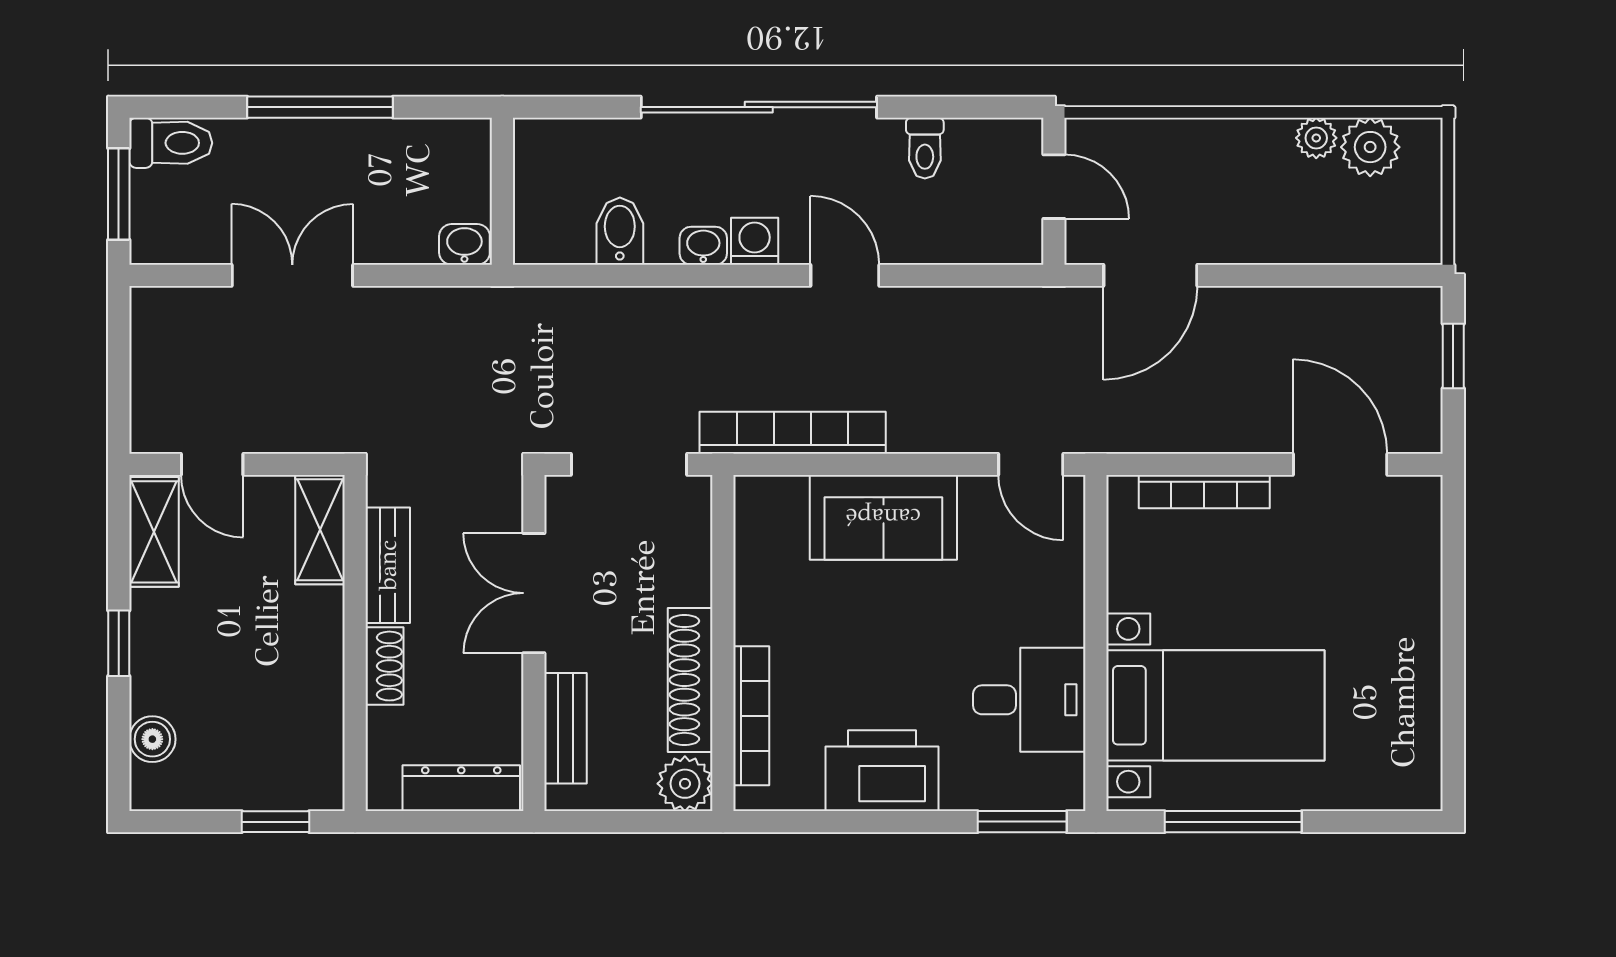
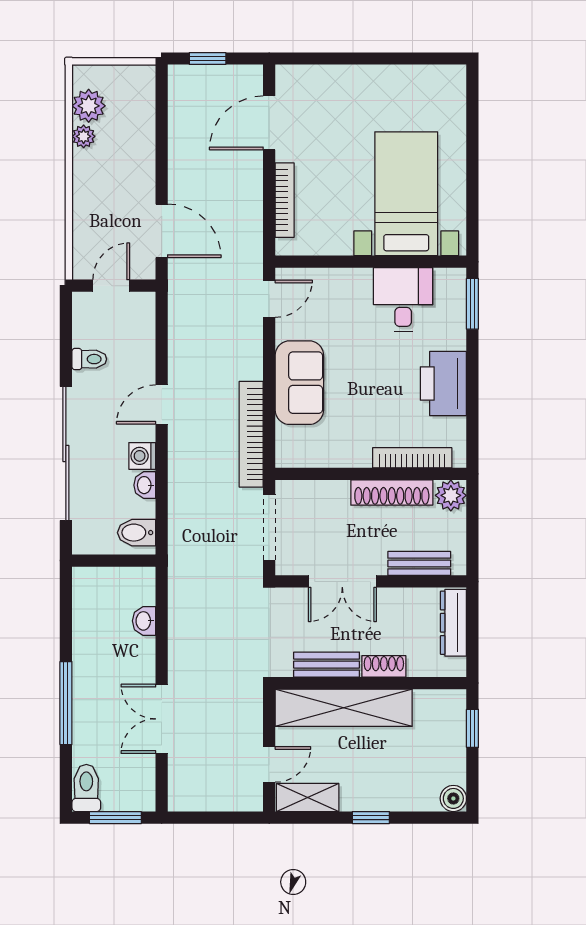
wall: (502, 191) -> (114, 561), moved
shelving: (320, 530) -> (344, 708), width x2.20, depth x1.33
boiler: (152, 739) -> (453, 798), moved
window: (1233, 822) -> (472, 184), removed

